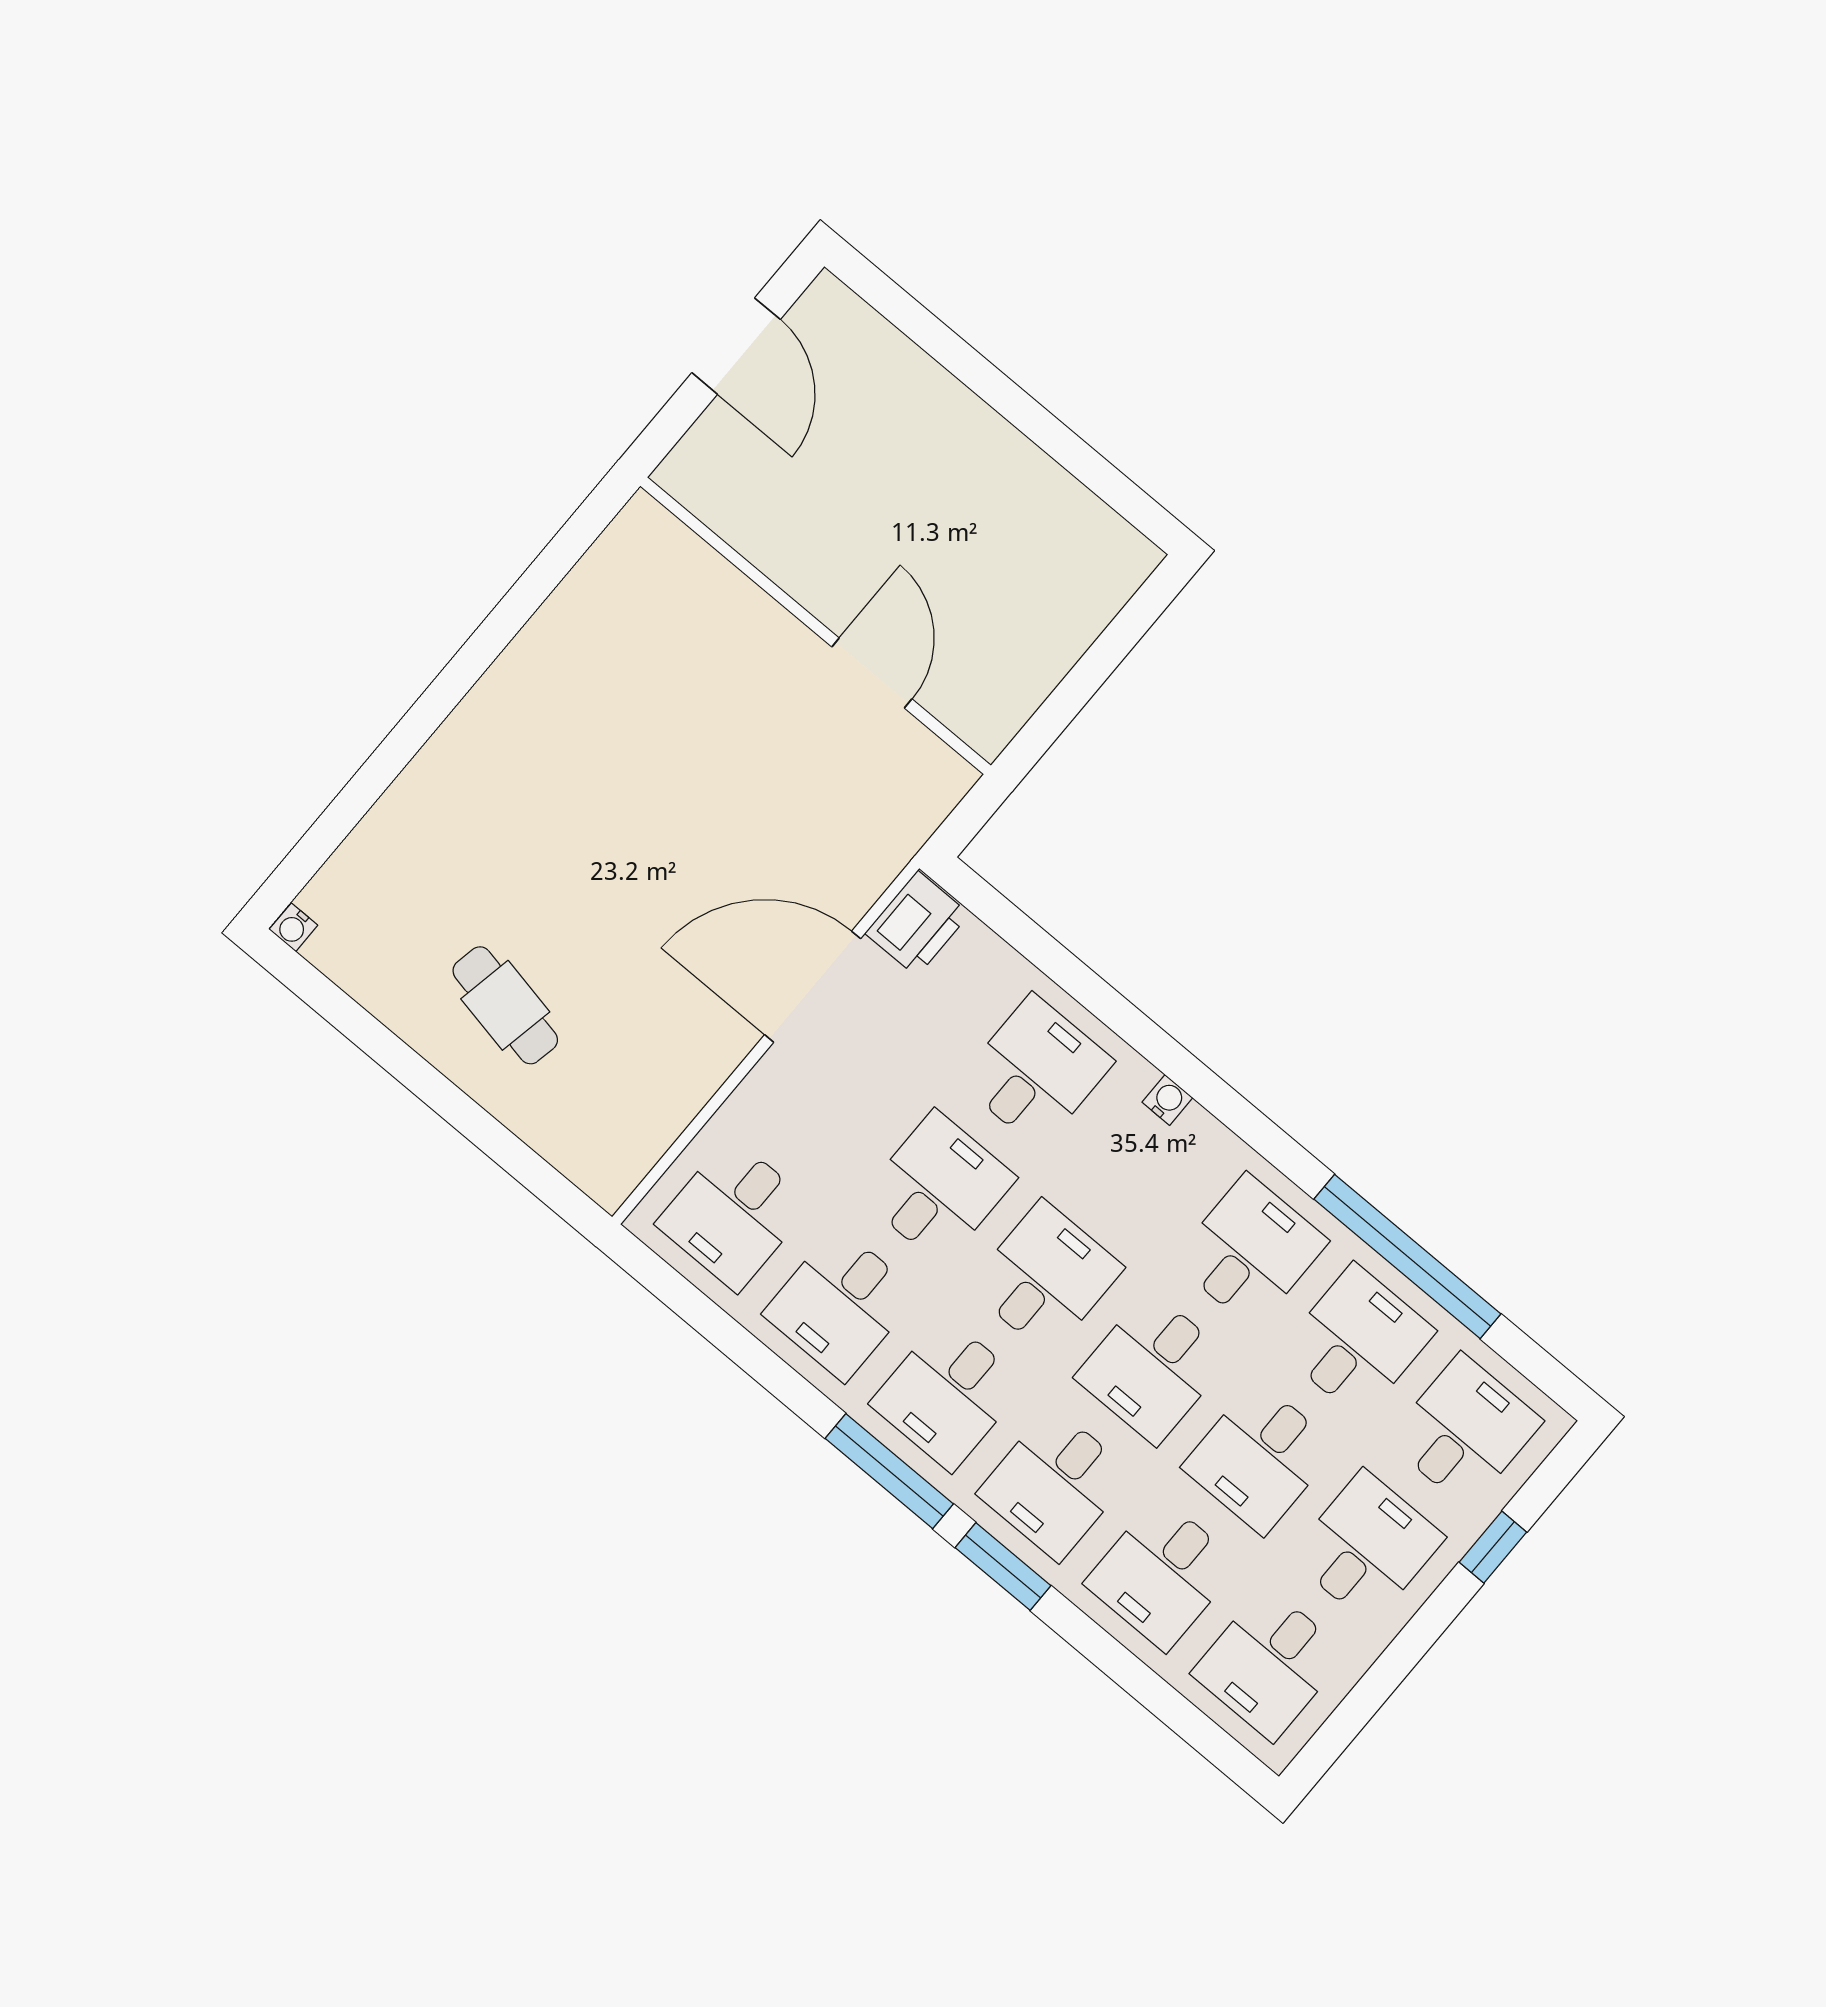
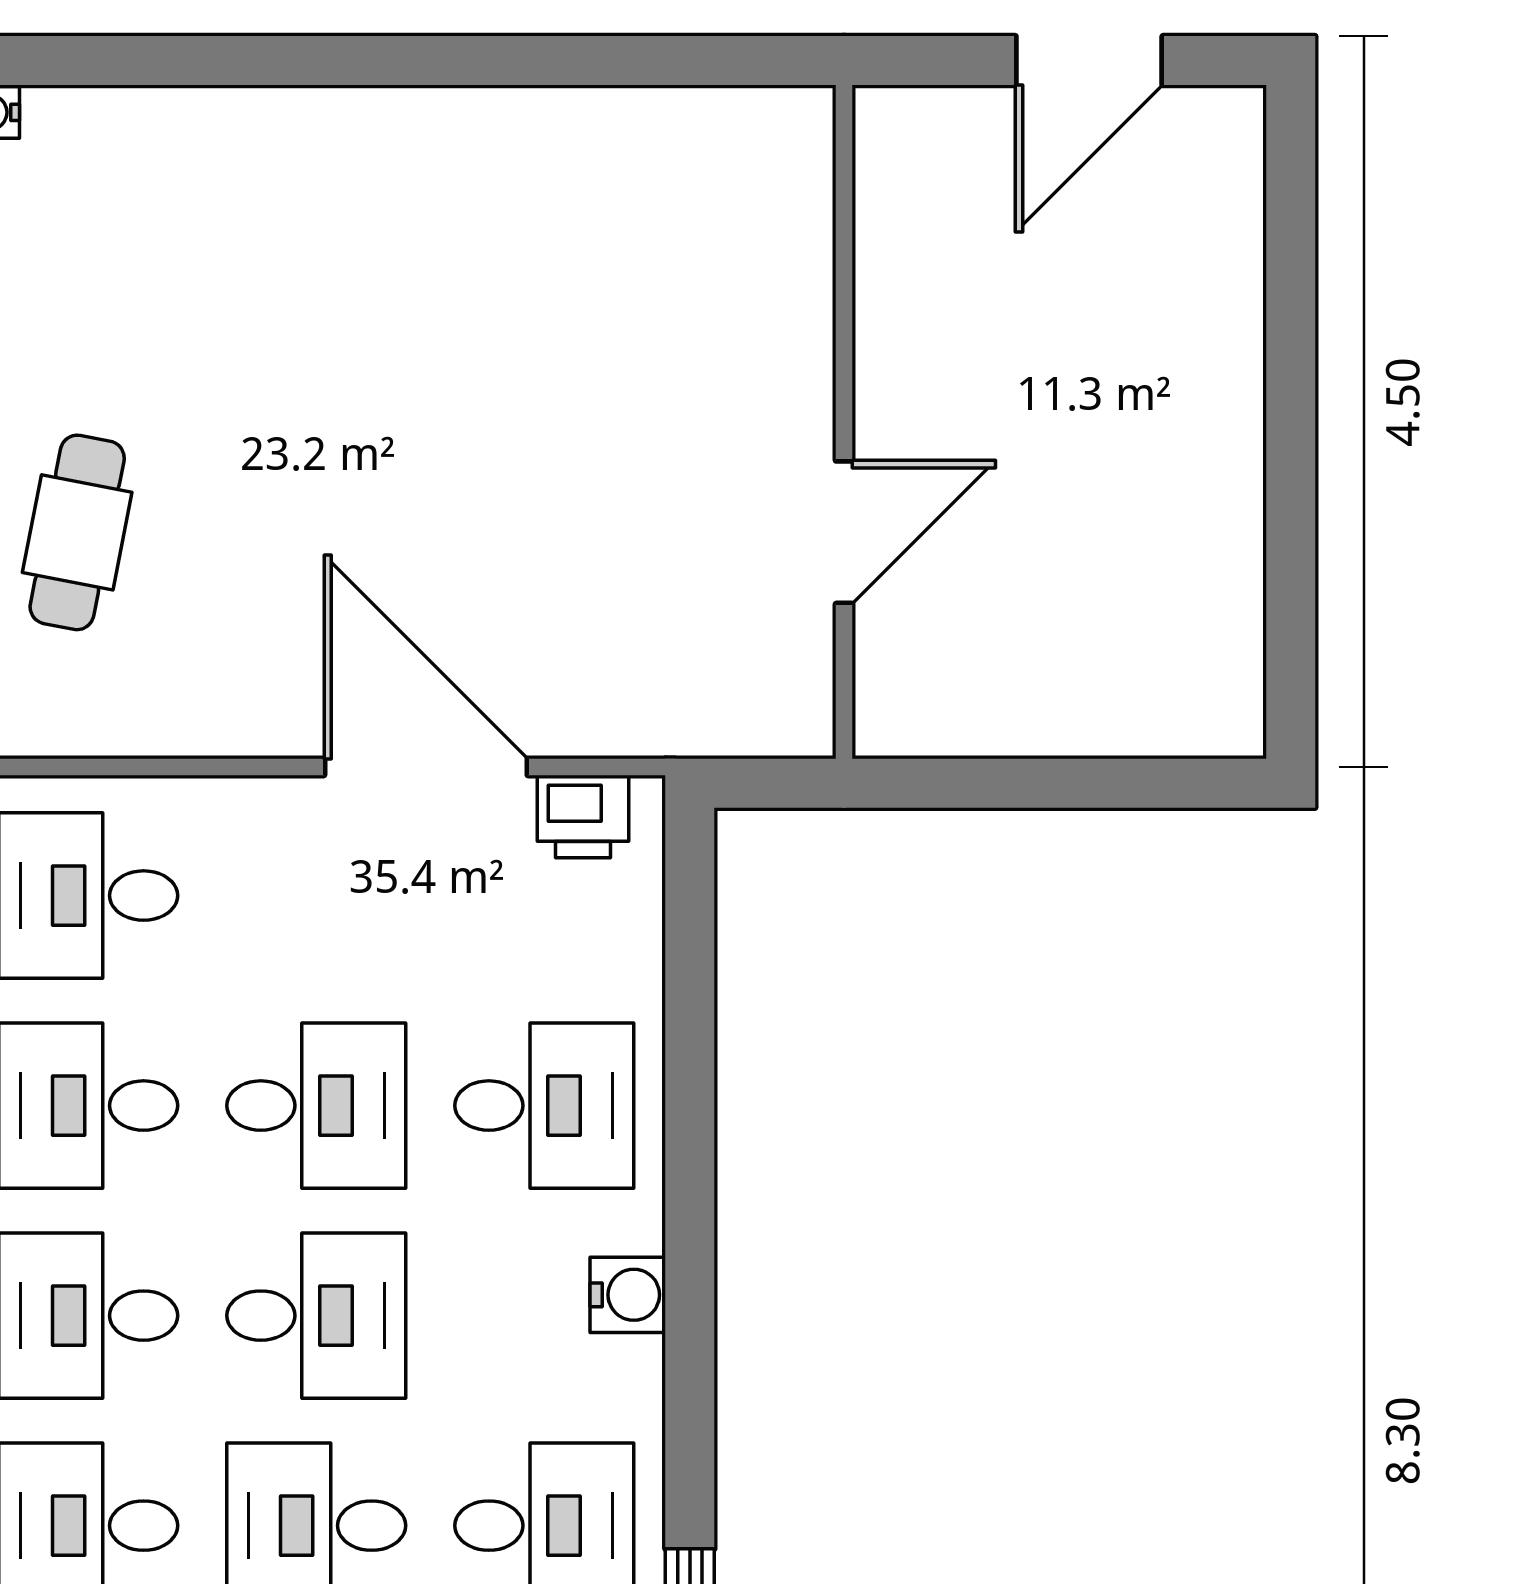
printer: (917, 924) -> (583, 816), width x0.73, depth x0.81
cafe table: (505, 1005) -> (77, 532), moved
water cooler: (1167, 1100) -> (628, 1295), width x1.38, depth x1.38

